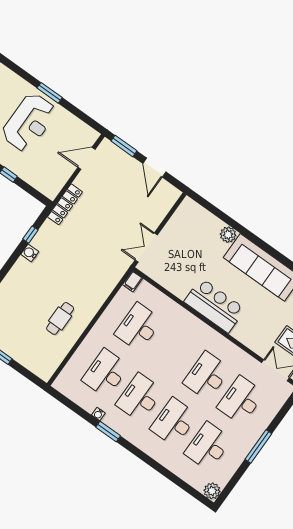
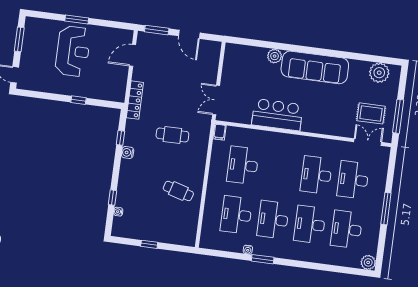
cafe table: (84, 259) -> (172, 135), added
bar counter: (215, 305) -> (277, 115), moved
cafe table: (60, 318) -> (178, 191), turned -74

